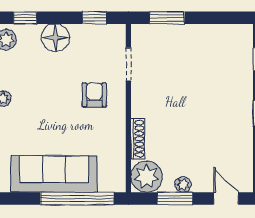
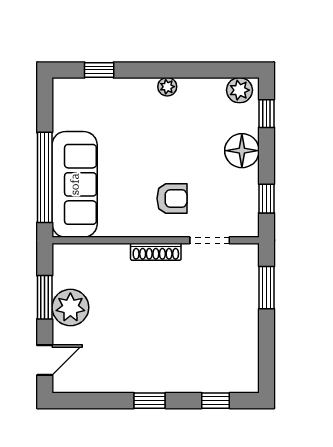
shoe rack: (138, 139) -> (156, 252), moved
sofa: (54, 174) -> (75, 184), moved
plant: (147, 177) -> (72, 263), removed
plant: (183, 184) -> (70, 307), width x1.87, depth x1.87

